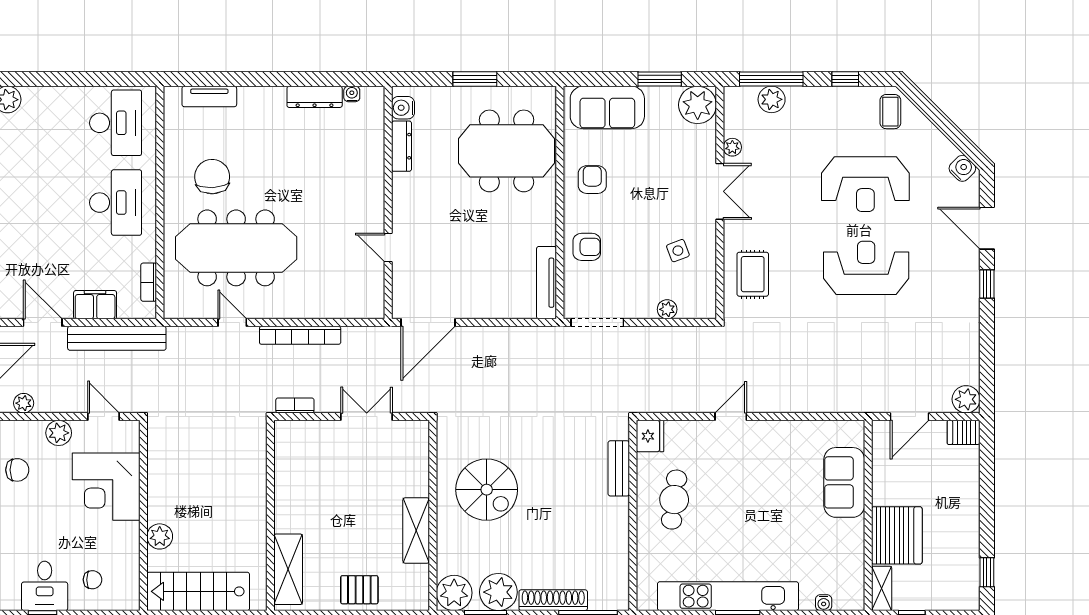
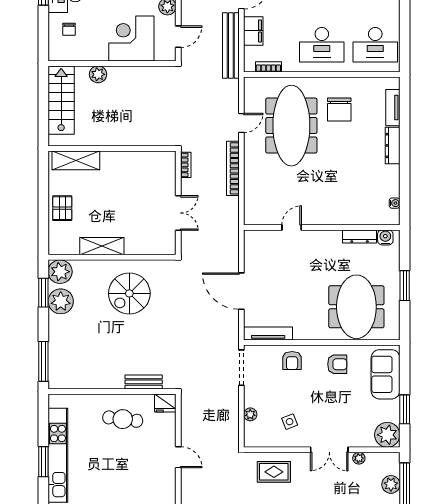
dresser: (315, 97) -> (393, 145), moved
chair: (212, 177) -> (339, 109), turned 93
door: (428, 323) -> (241, 291), moved
shoe rack: (553, 600) -> (55, 338), removed

